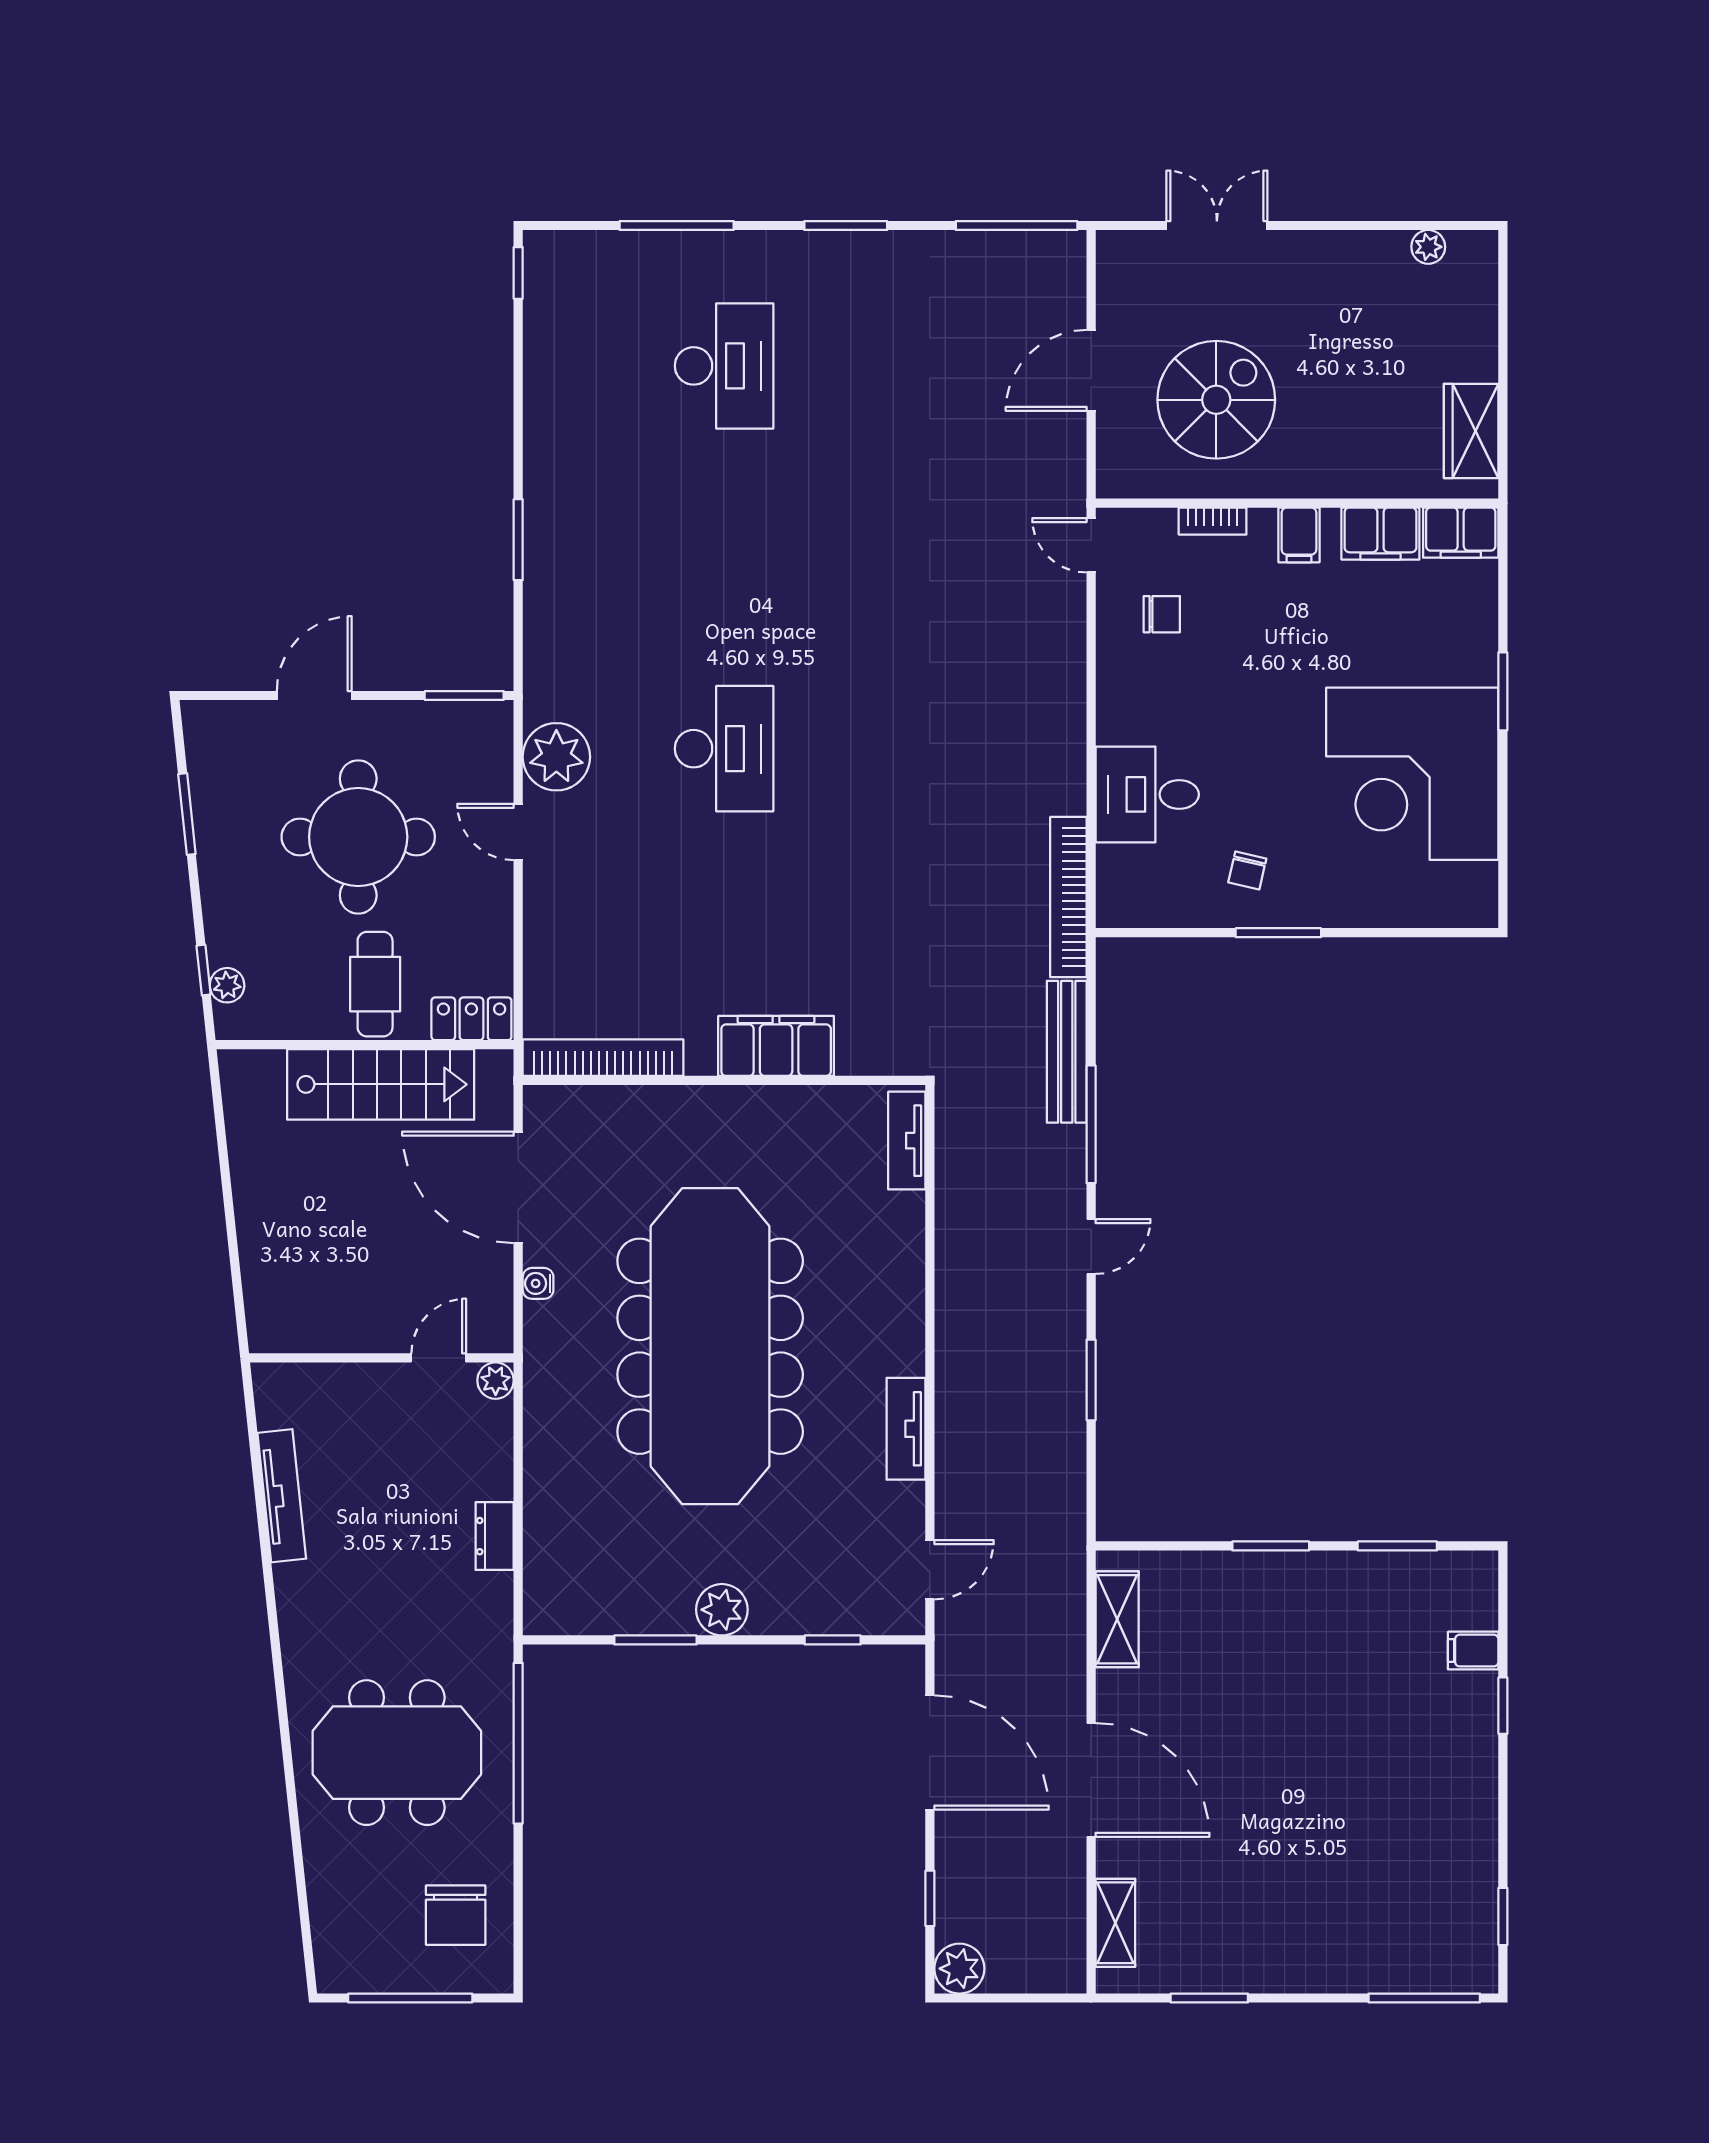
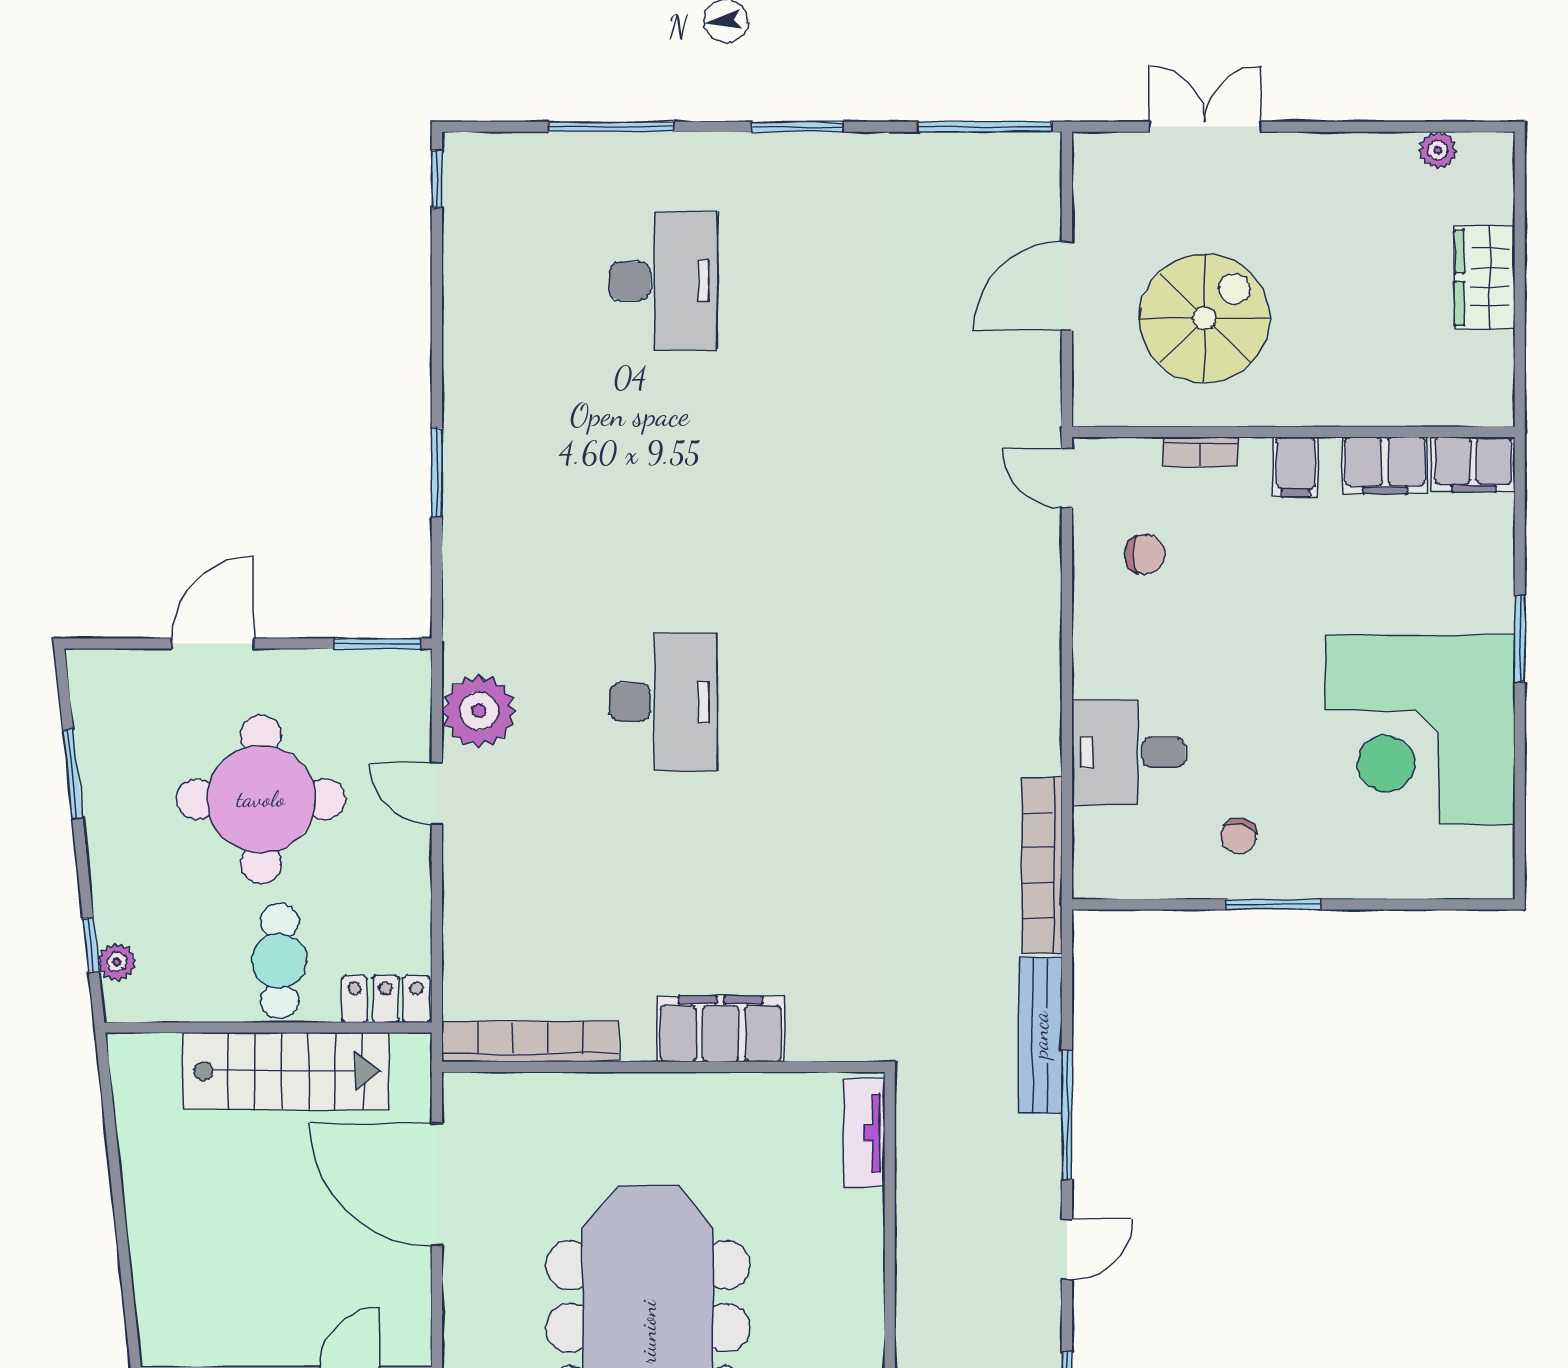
wardrobe: (1471, 431) -> (1485, 278), moved
water cooler: (538, 1283) -> (459, 1290), removed

